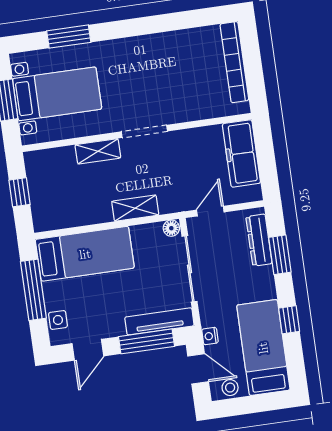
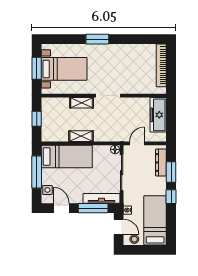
window: (69, 37) -> (97, 39), moved
shelving: (135, 208) -> (81, 136), moved
window: (289, 320) -> (171, 197), moved
door: (88, 350) -> (61, 208), swing flipped

